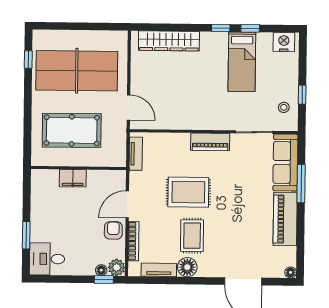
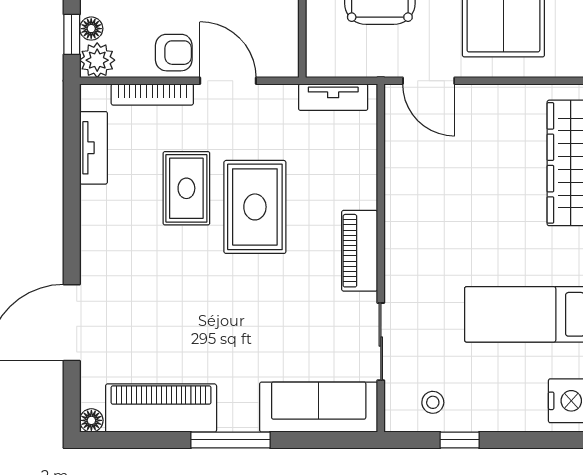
door: (128, 107) -> (429, 81), hinge flipped
window: (301, 184) -> (231, 440), moved
piano: (285, 219) -> (161, 408), moved
rug: (192, 236) -> (186, 188), moved, turned 90
floor lamp: (187, 267) -> (100, 207), removed

